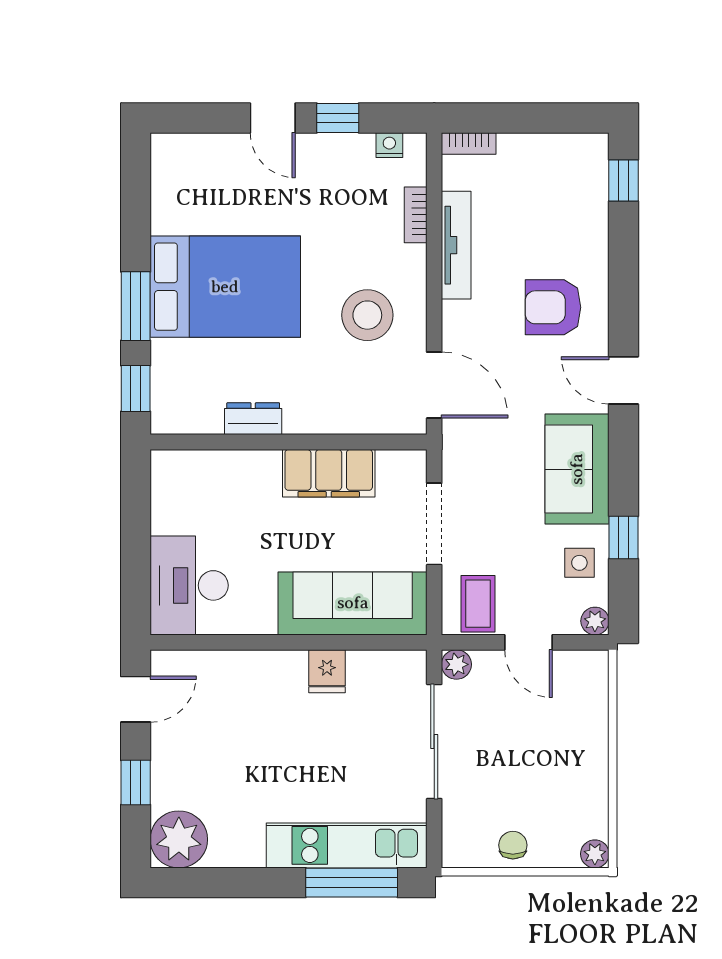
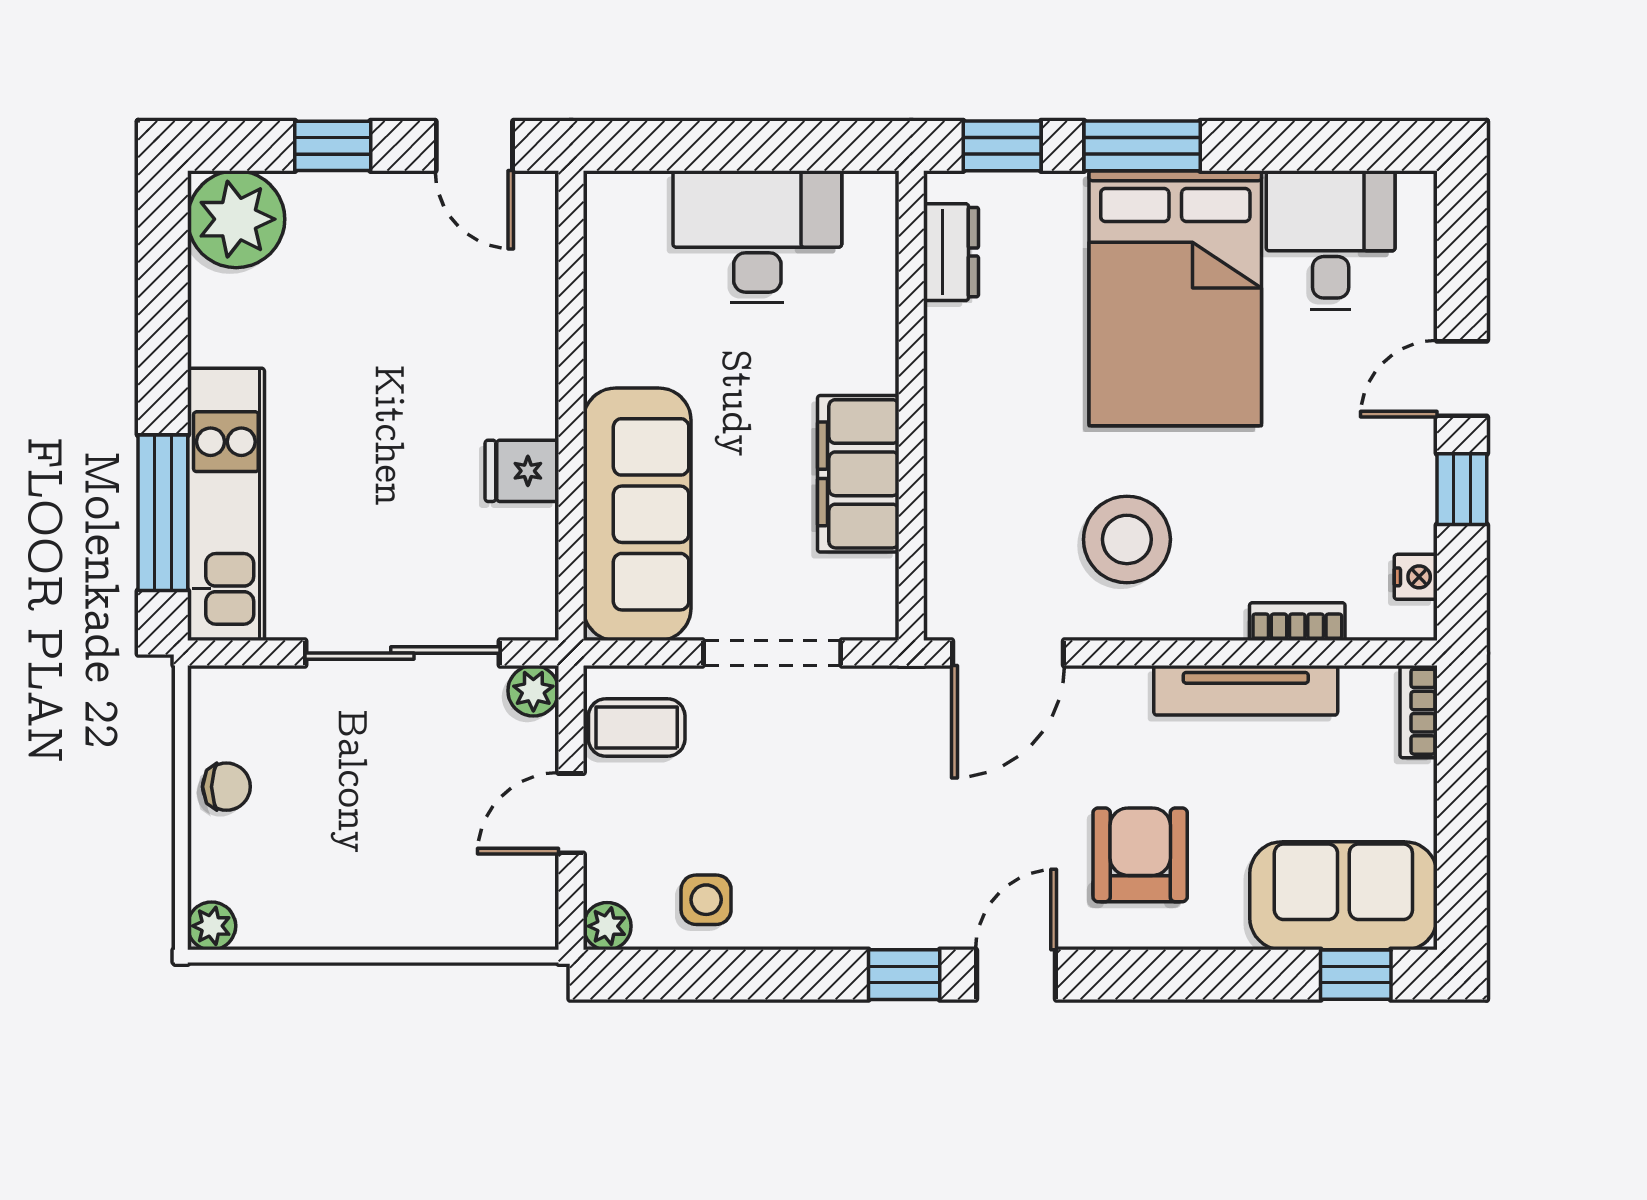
desk: (191, 195) -> (1331, 240), added
dresser: (253, 419) -> (951, 252), moved
sofa: (577, 469) -> (1343, 896), moved
window: (624, 538) -> (904, 975), moved
desk: (189, 585) -> (757, 237), moved

